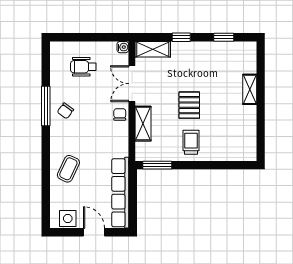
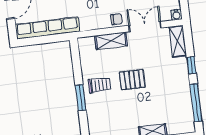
window: (224, 37) -> (196, 103), width x2.17
window: (157, 165) -> (81, 98), moved

